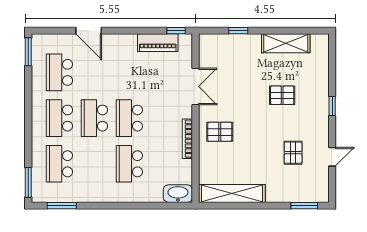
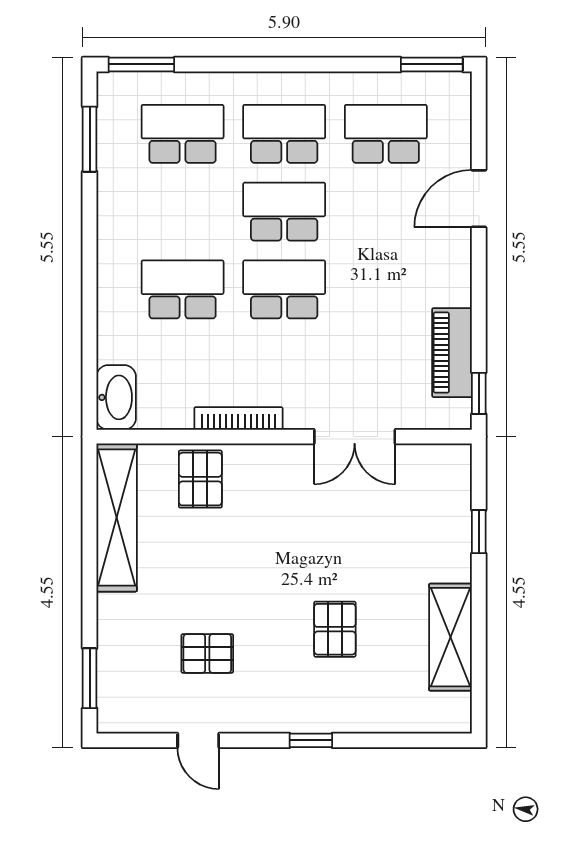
pallet: (220, 132) -> (200, 479), moved

